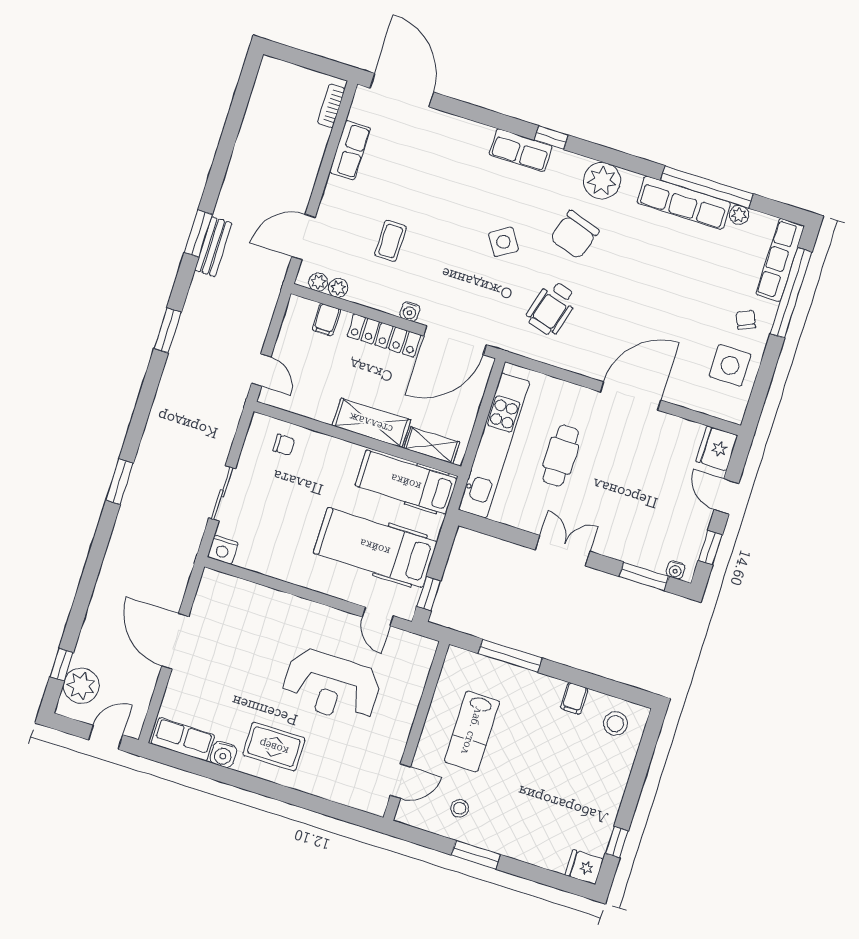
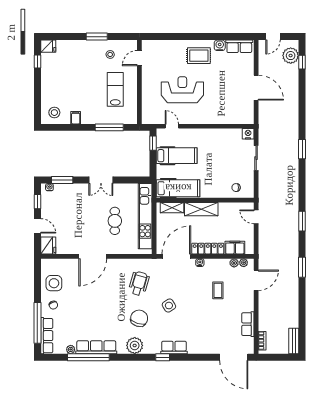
bench: (213, 247) -> (294, 341), moved
filing cabinet: (326, 320) -> (235, 248), width x2.00
hospital bed: (375, 547) -> (177, 156), width x0.73, depth x0.78

